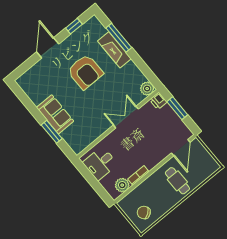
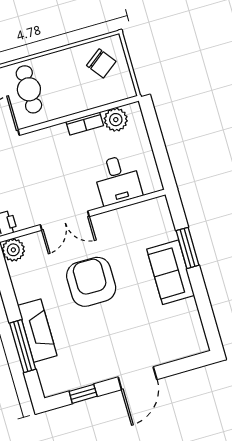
armchair: (85, 72) -> (91, 282), moved
desk: (100, 163) -> (118, 180), moved, turned 90

